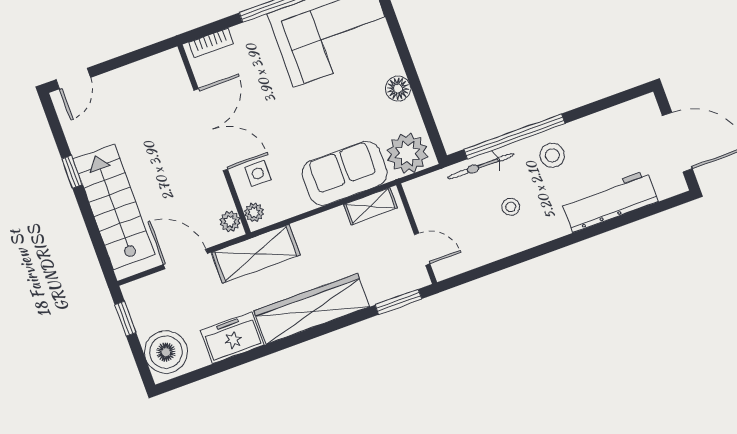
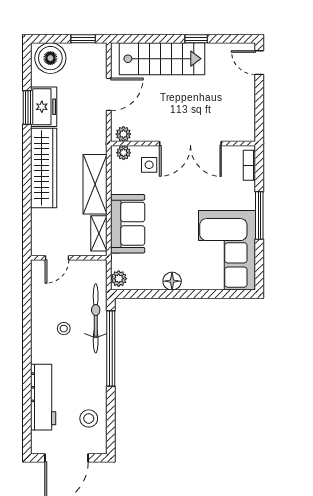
plant: (407, 153) -> (119, 279), width x0.53, depth x0.53
stool: (552, 155) -> (89, 418), moved
bicycle: (481, 166) -> (96, 318), width x1.37, depth x1.40
shelving: (256, 254) -> (95, 184), moved
window: (398, 302) -> (27, 107), moved

